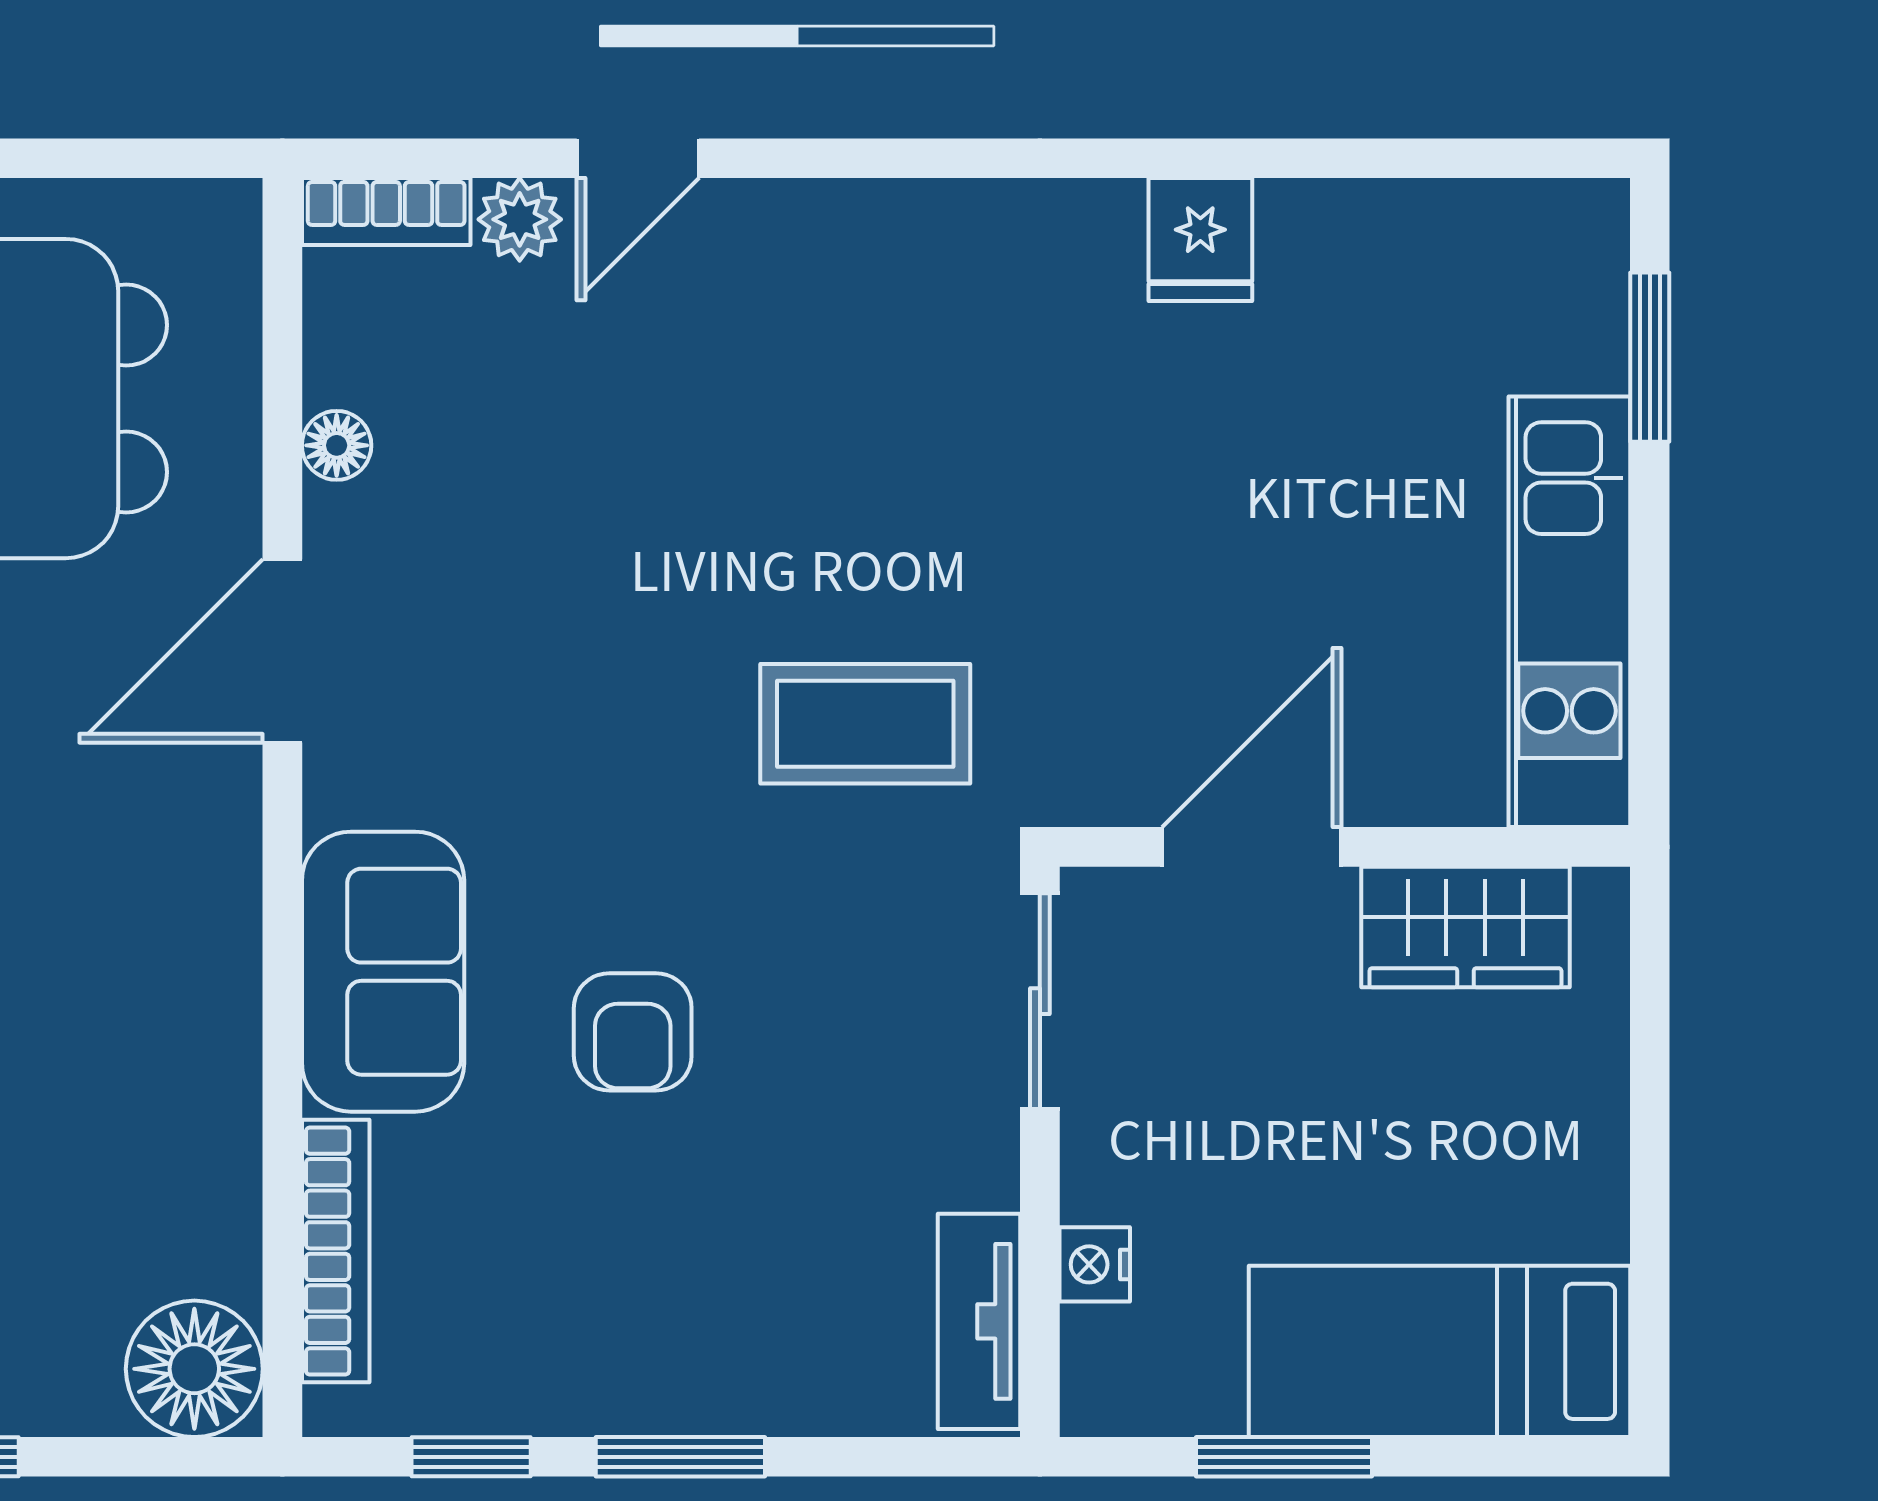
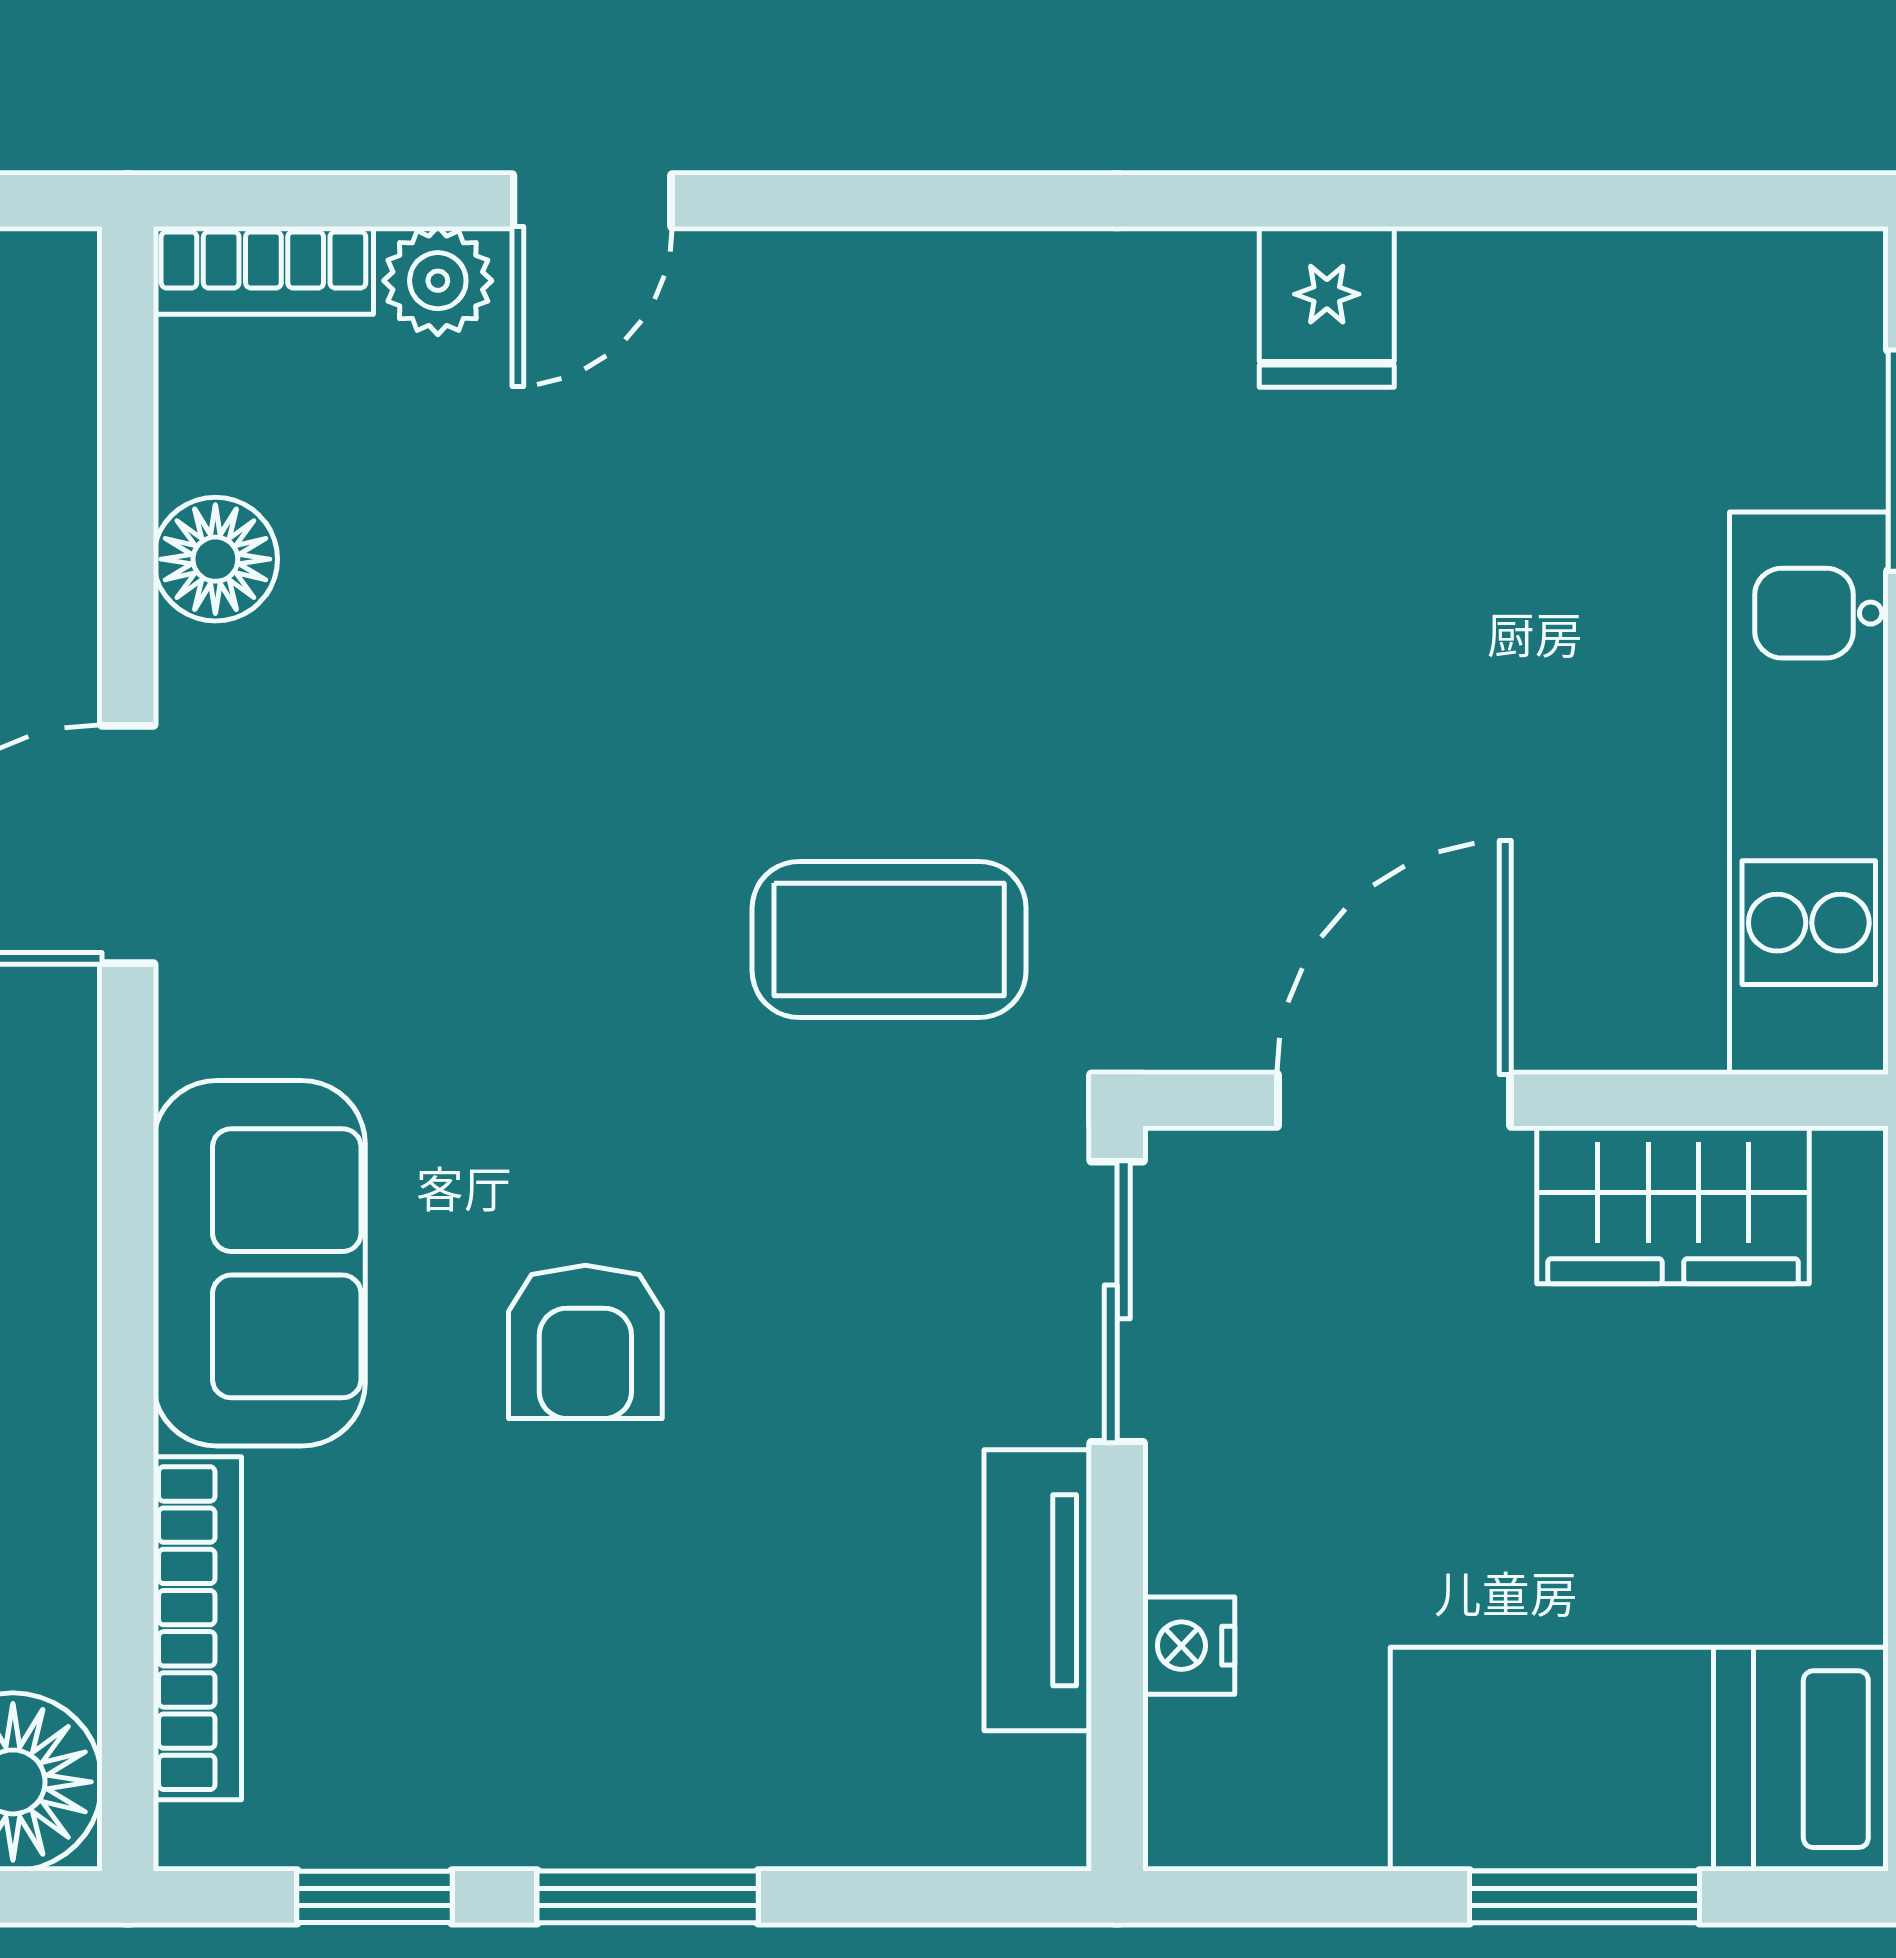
floor lamp: (337, 445) -> (215, 559), width x1.37, depth x1.37
tv unit: (979, 1321) -> (1038, 1590), moved
window: (1284, 1457) -> (1584, 1897), moved

